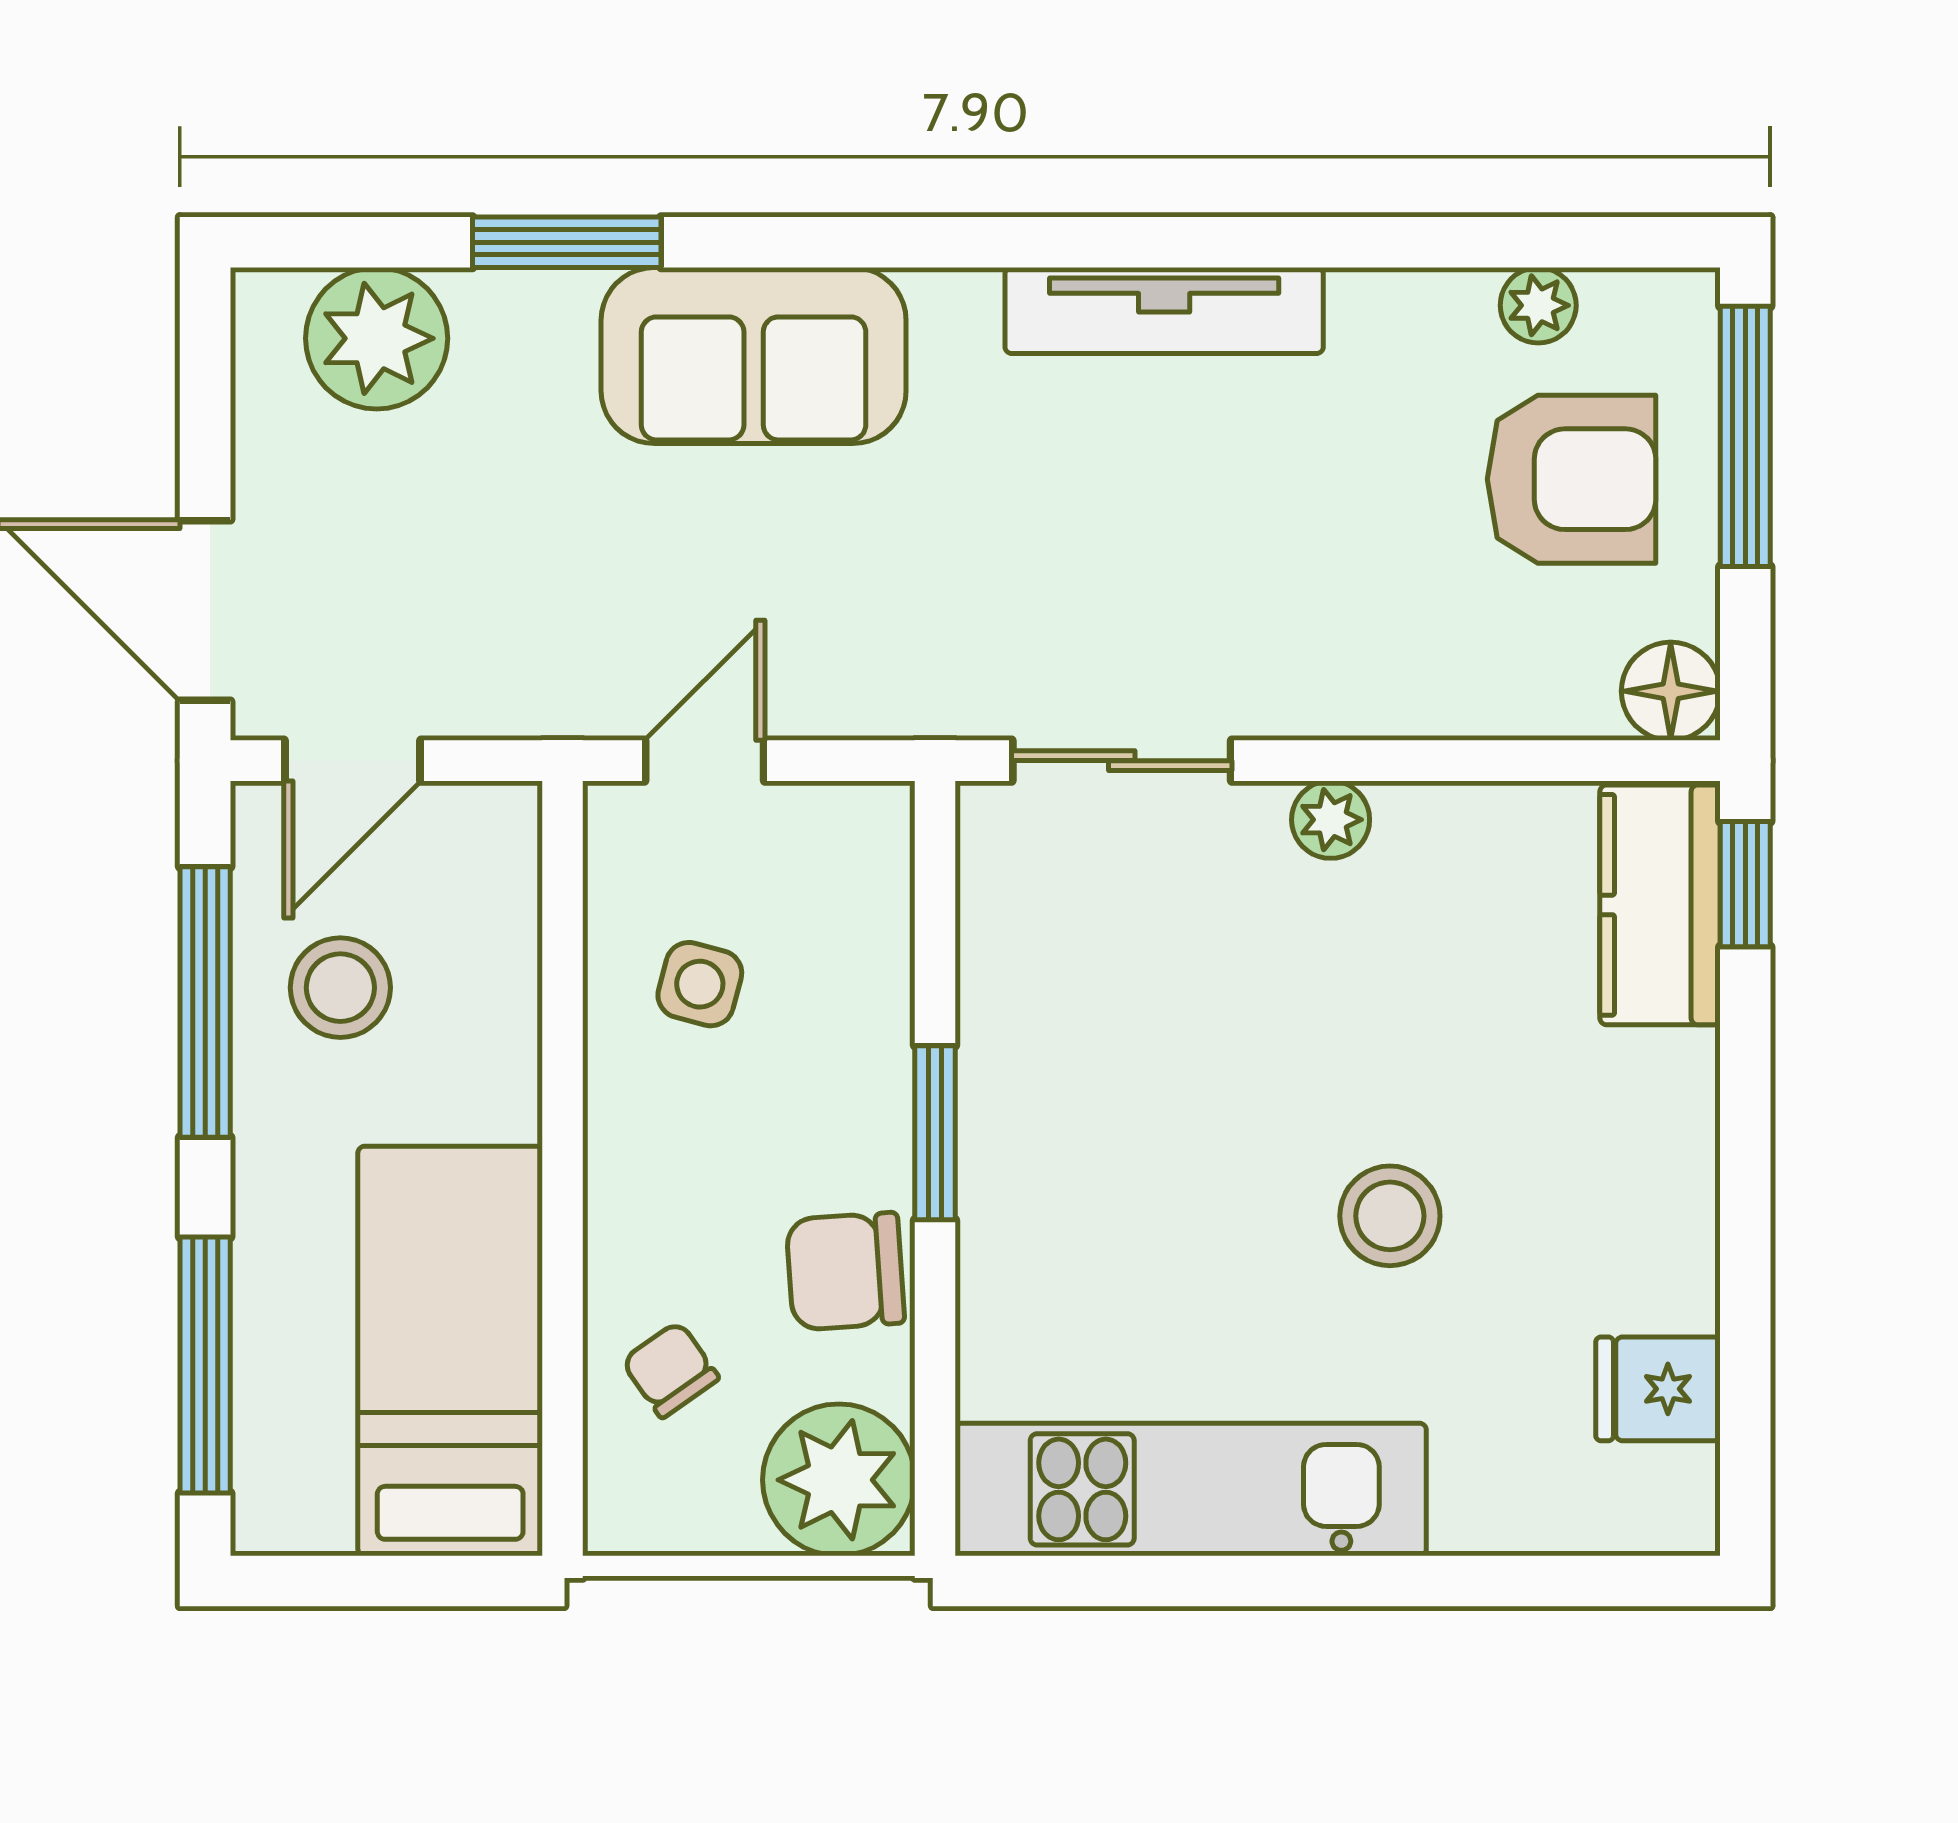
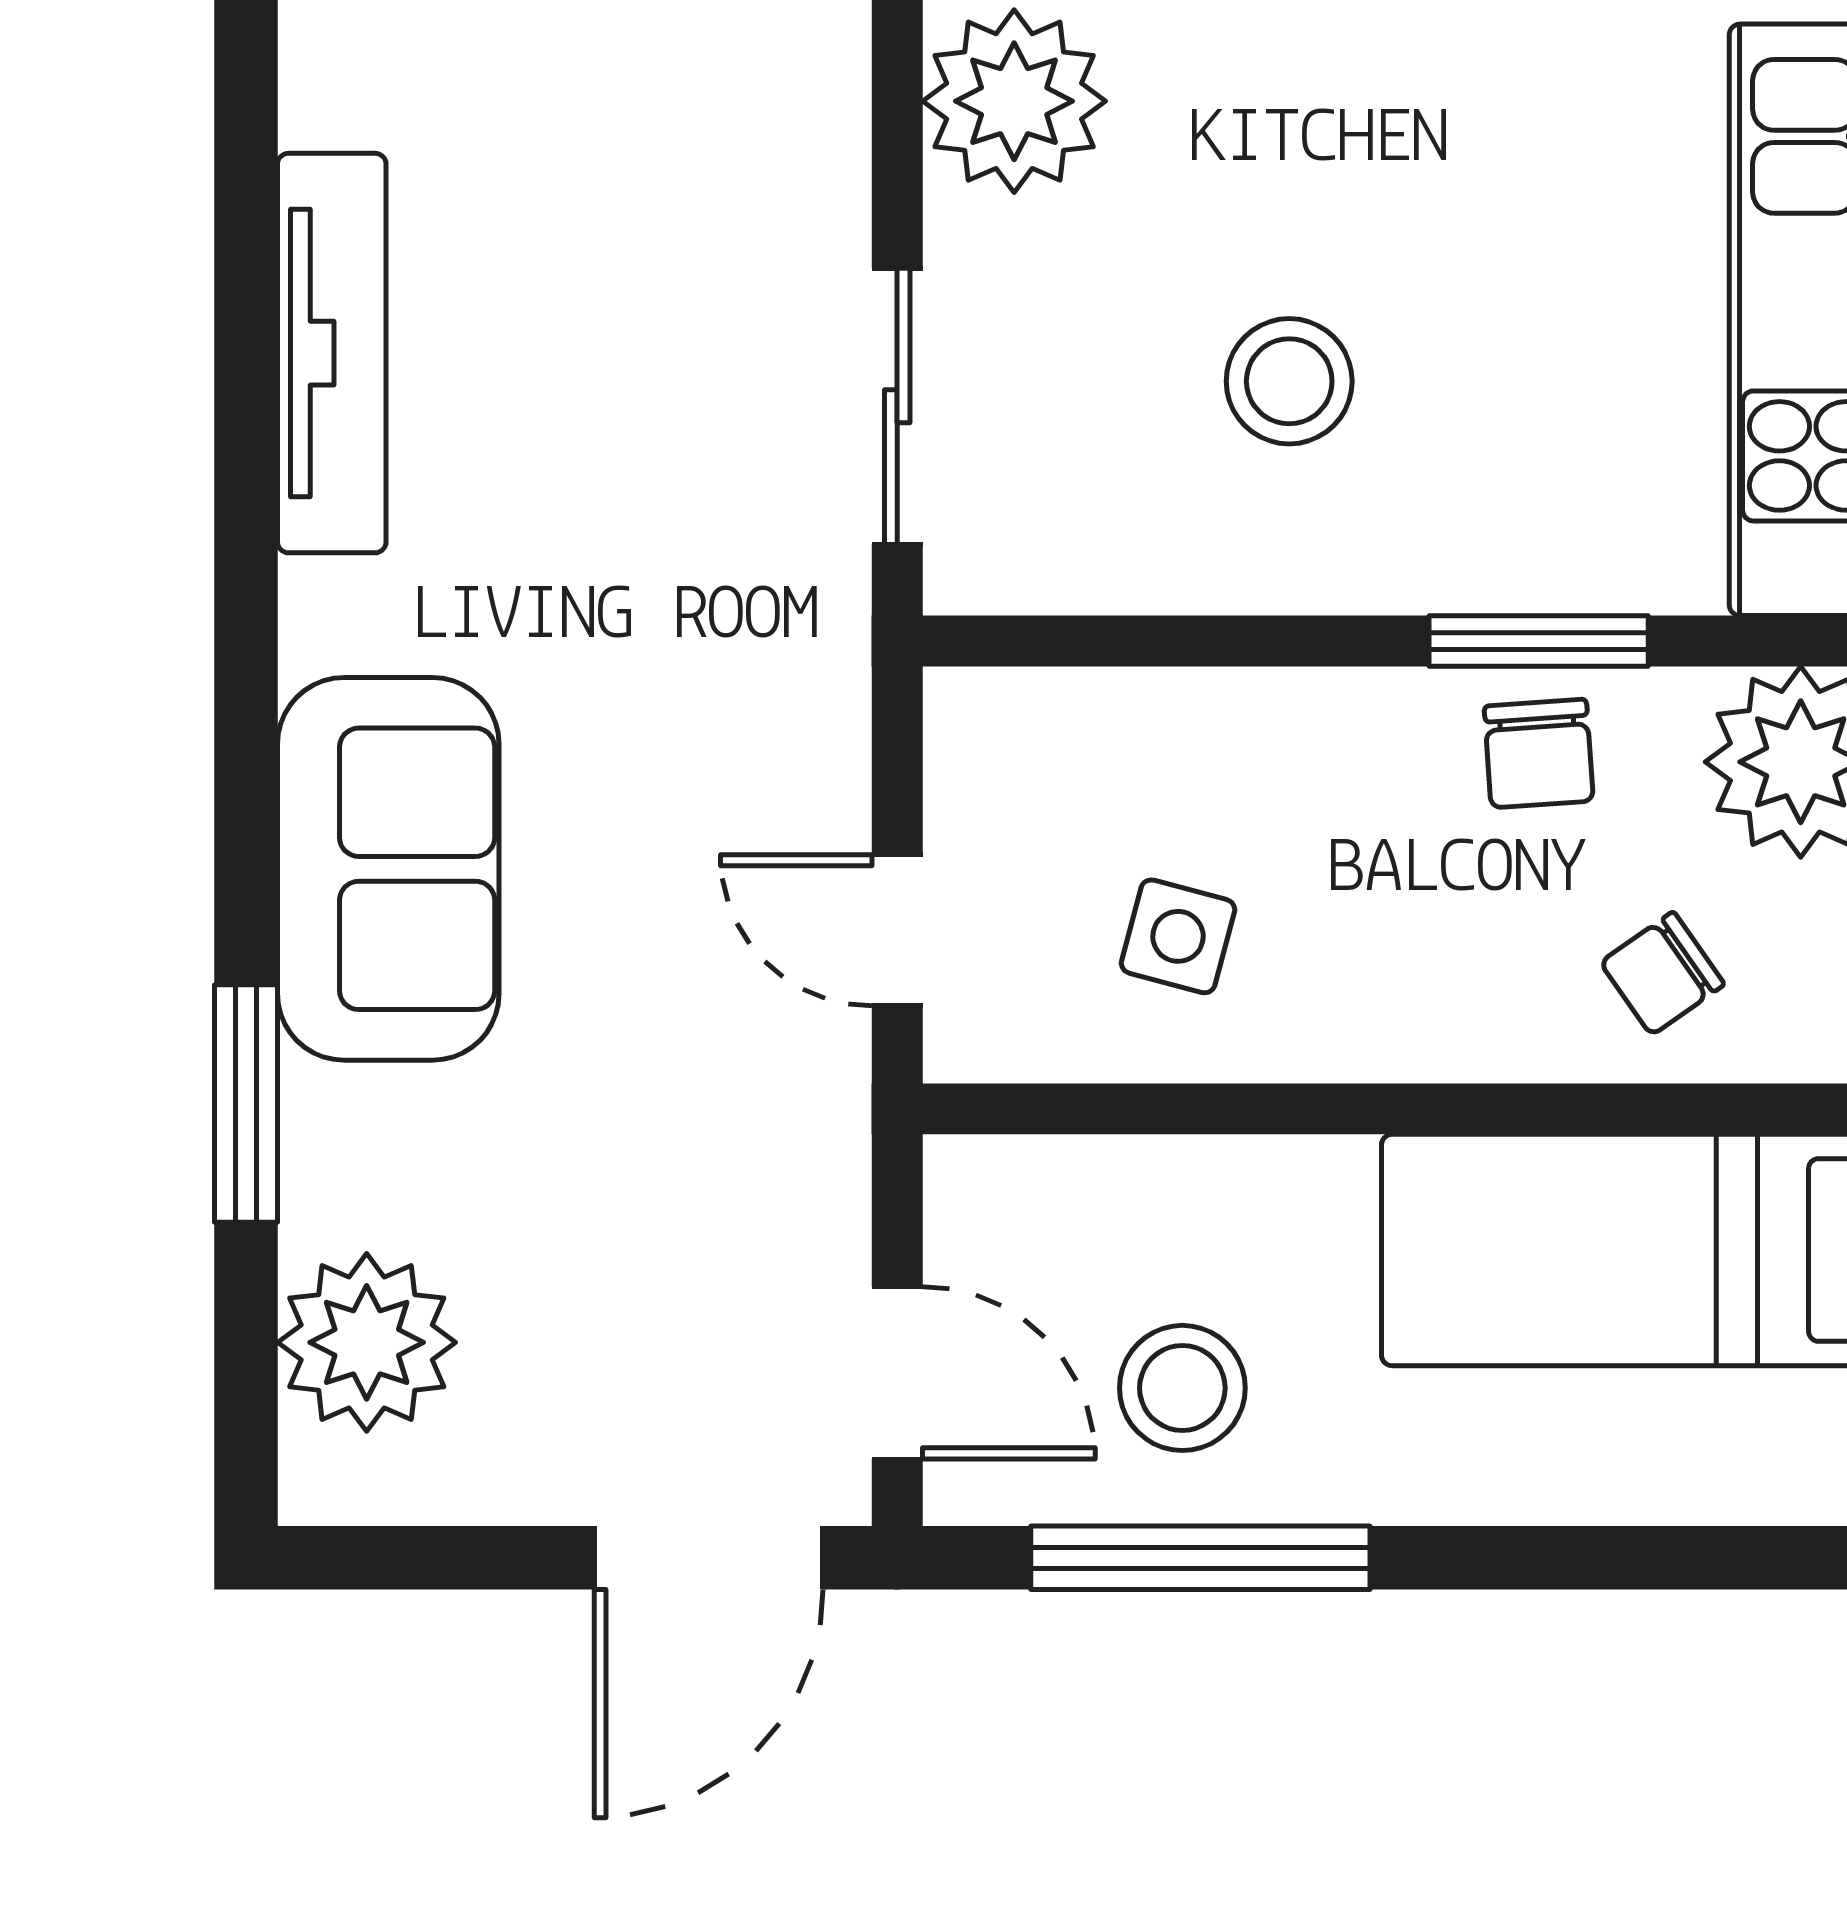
plant: (1331, 820) -> (1014, 101), width x1.87, depth x1.87
window: (935, 1133) -> (1539, 641), moved
stool: (1390, 1216) -> (1289, 381), moved
chair: (845, 1271) -> (1539, 754), width x0.73, depth x0.73
window: (205, 1365) -> (1656, 1558), removed

